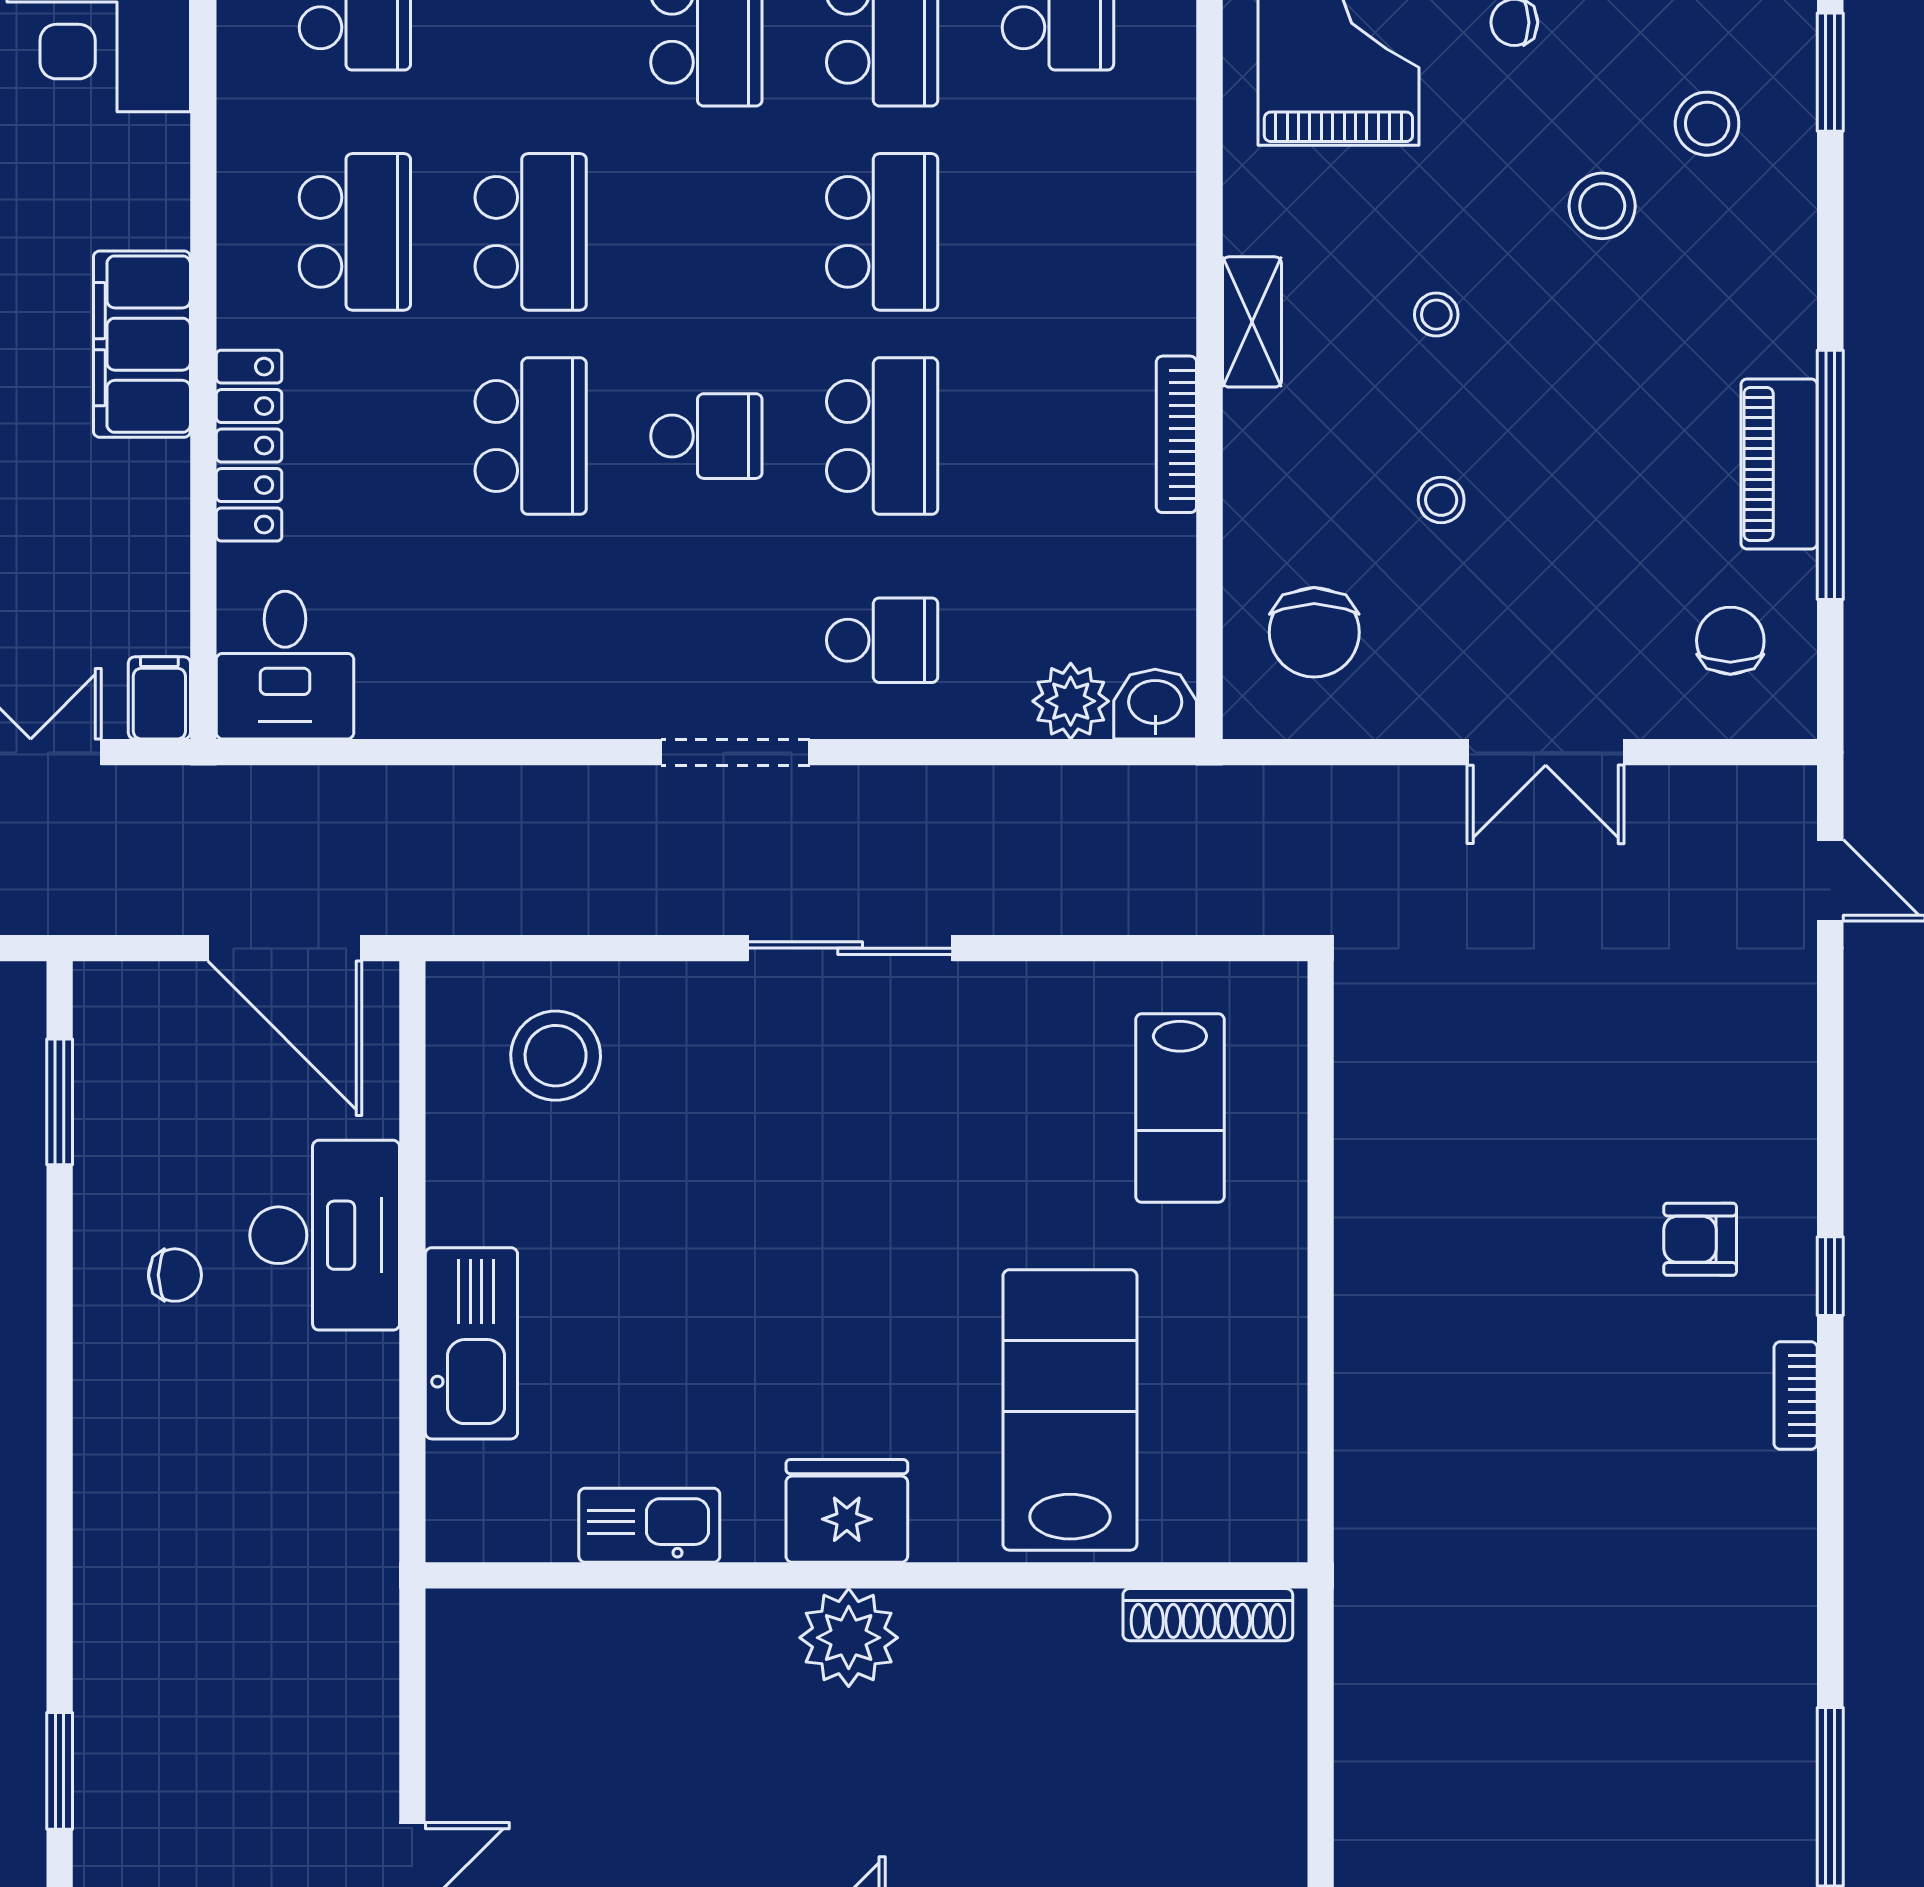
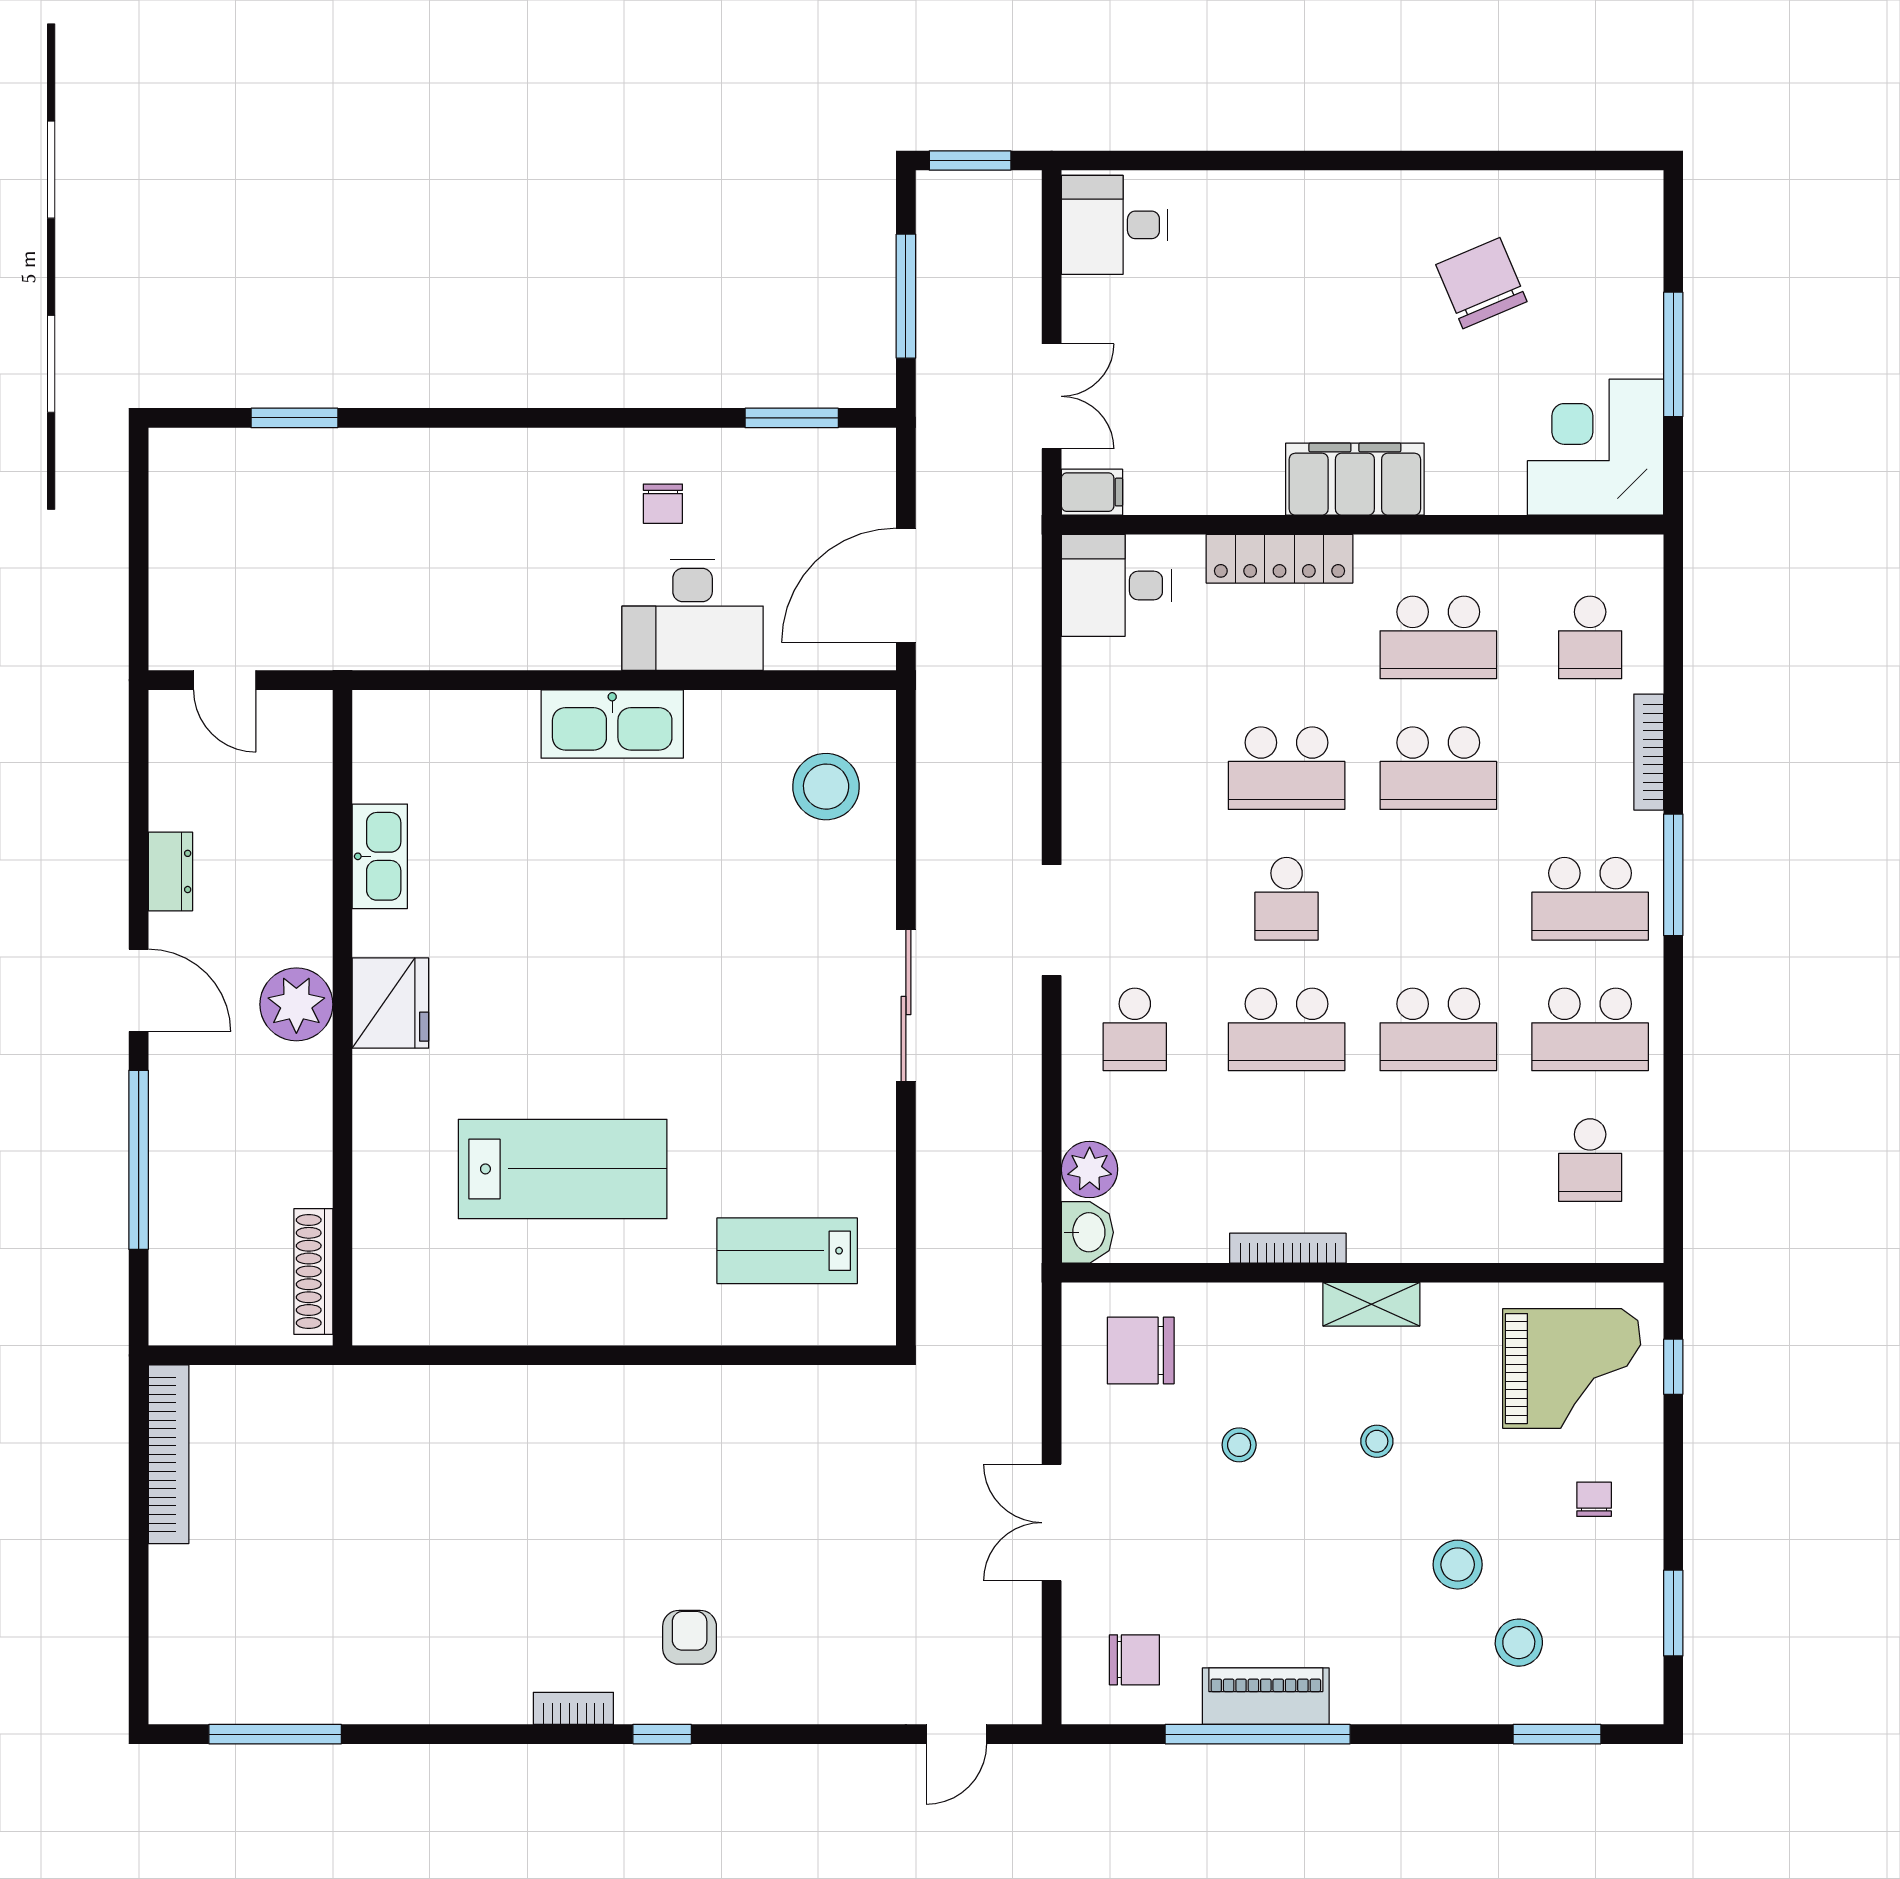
fridge: (847, 1511) -> (390, 1003), moved
kitchen sink: (649, 1525) -> (380, 856), moved
wall: (867, 1575) -> (343, 1018), moved
shoe rack: (1208, 1615) -> (313, 1271), moved
plant: (849, 1638) -> (296, 1004), moved

